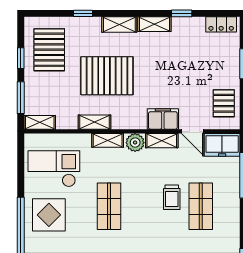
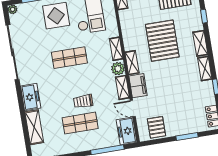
pallet: (224, 103) -> (156, 127), turned 90
shelving: (95, 122) -> (132, 63), moved
door: (193, 131) -> (133, 108), hinge flipped

